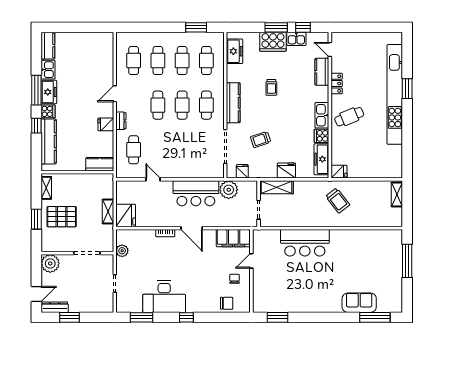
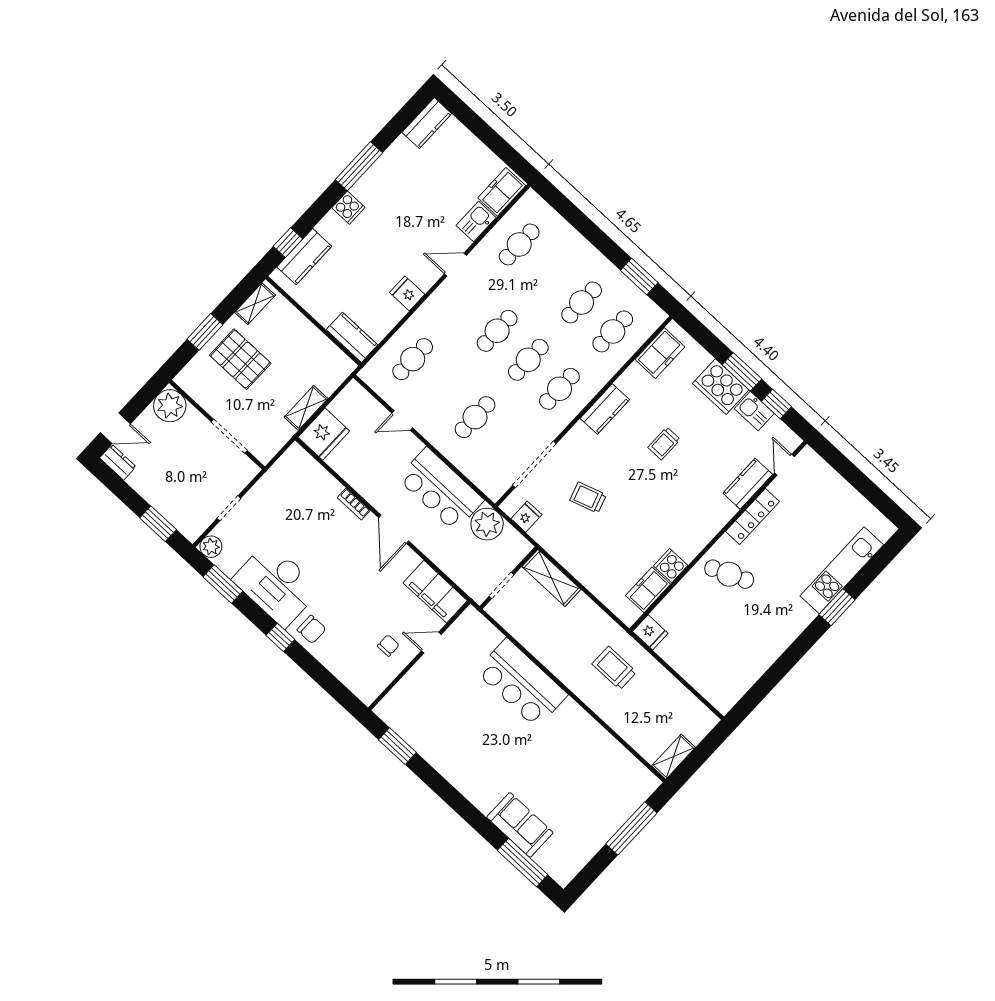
cafe table: (158, 61) -> (475, 417), moved
kitchen sink: (48, 70) -> (476, 222), moved, turned 180
locker: (337, 84) -> (753, 516), width x1.53
freezer: (49, 92) -> (502, 192), moved, turned 180
kitchen unit: (395, 94) -> (842, 570), width x0.54
kitchen counter: (233, 103) -> (605, 409), width x0.67
kitchen sink: (322, 115) -> (696, 540), removed
dresser: (121, 121) -> (431, 307), removed
window: (36, 126) -> (288, 243), moved
kitchen counter: (49, 141) -> (304, 257), width x0.67
freezer: (321, 159) -> (648, 590), width x0.71
fridge: (286, 171) -> (584, 568), removed
door: (153, 179) -> (402, 421), swing flipped
shelving: (397, 194) -> (673, 757), moved
trolley: (338, 201) -> (614, 668), turned 128
plant: (122, 251) -> (211, 547), moved
chair: (227, 303) -> (312, 629), moved
dresser: (55, 307) -> (118, 462), width x0.70
window: (69, 317) -> (158, 524), moved

